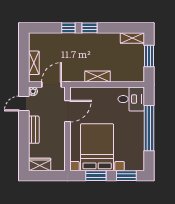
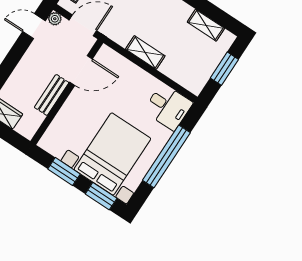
shelving: (132, 38) -> (206, 25), moved
bench: (34, 130) -> (52, 95), moved
bed with nightstands: (97, 147) -> (112, 154), moved

